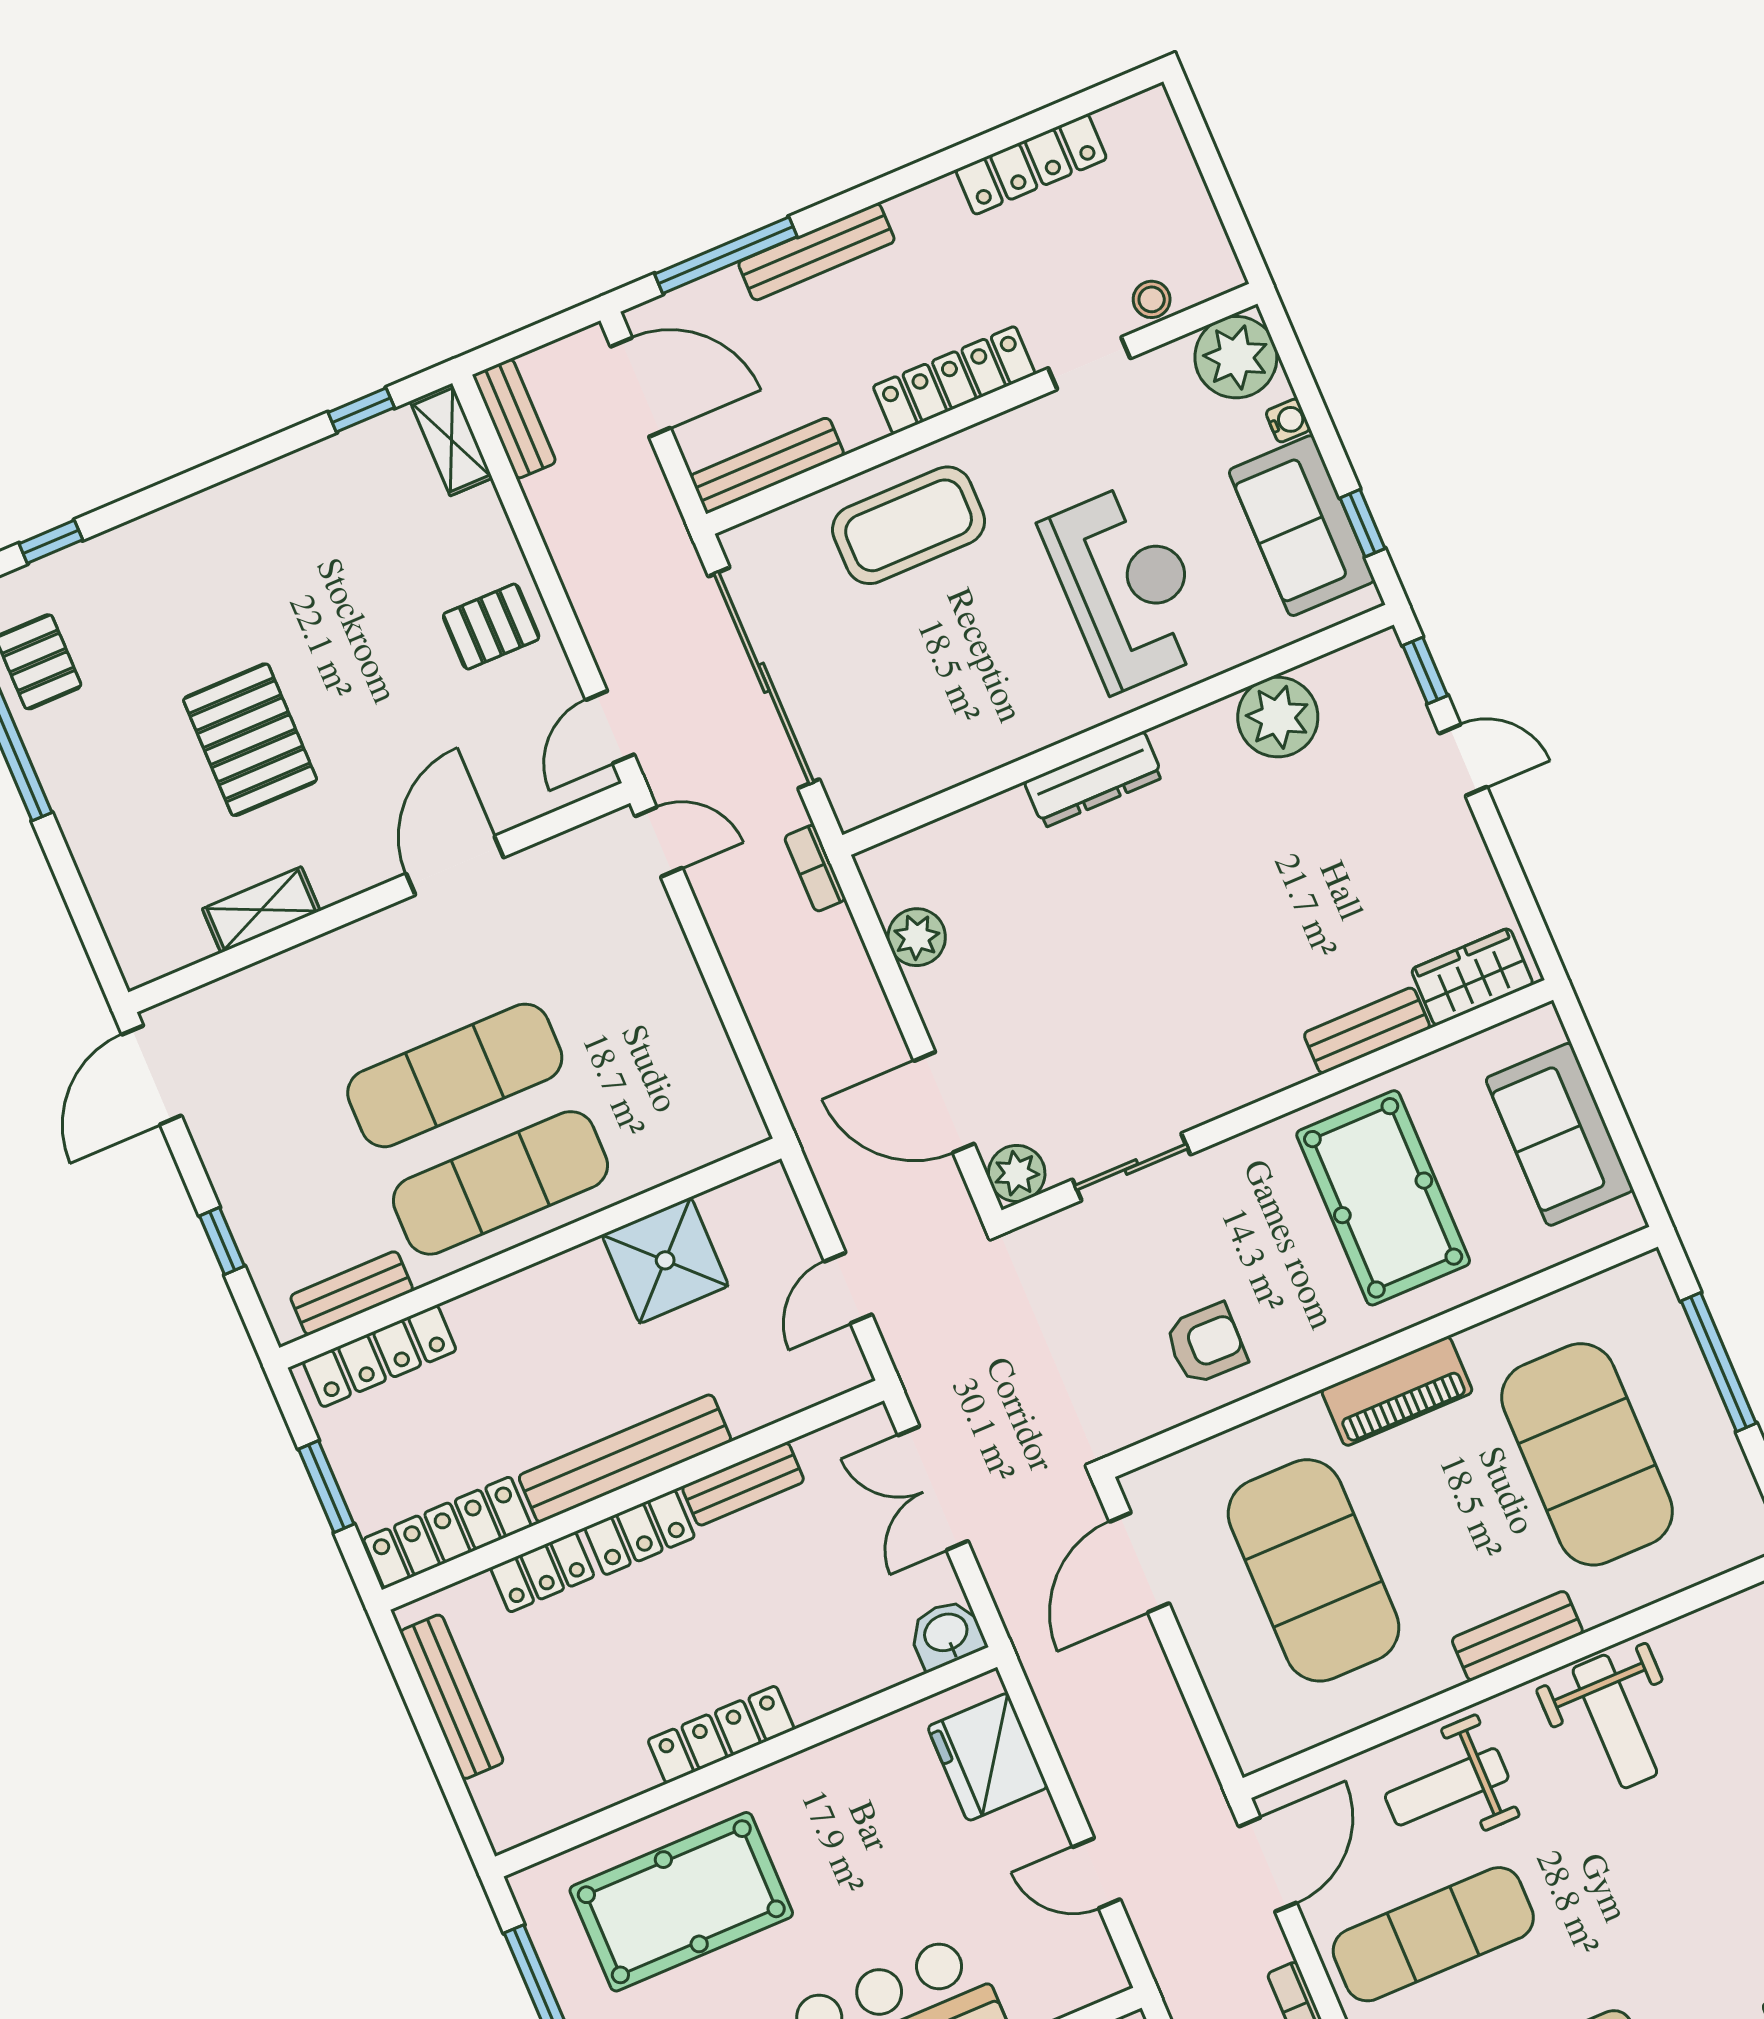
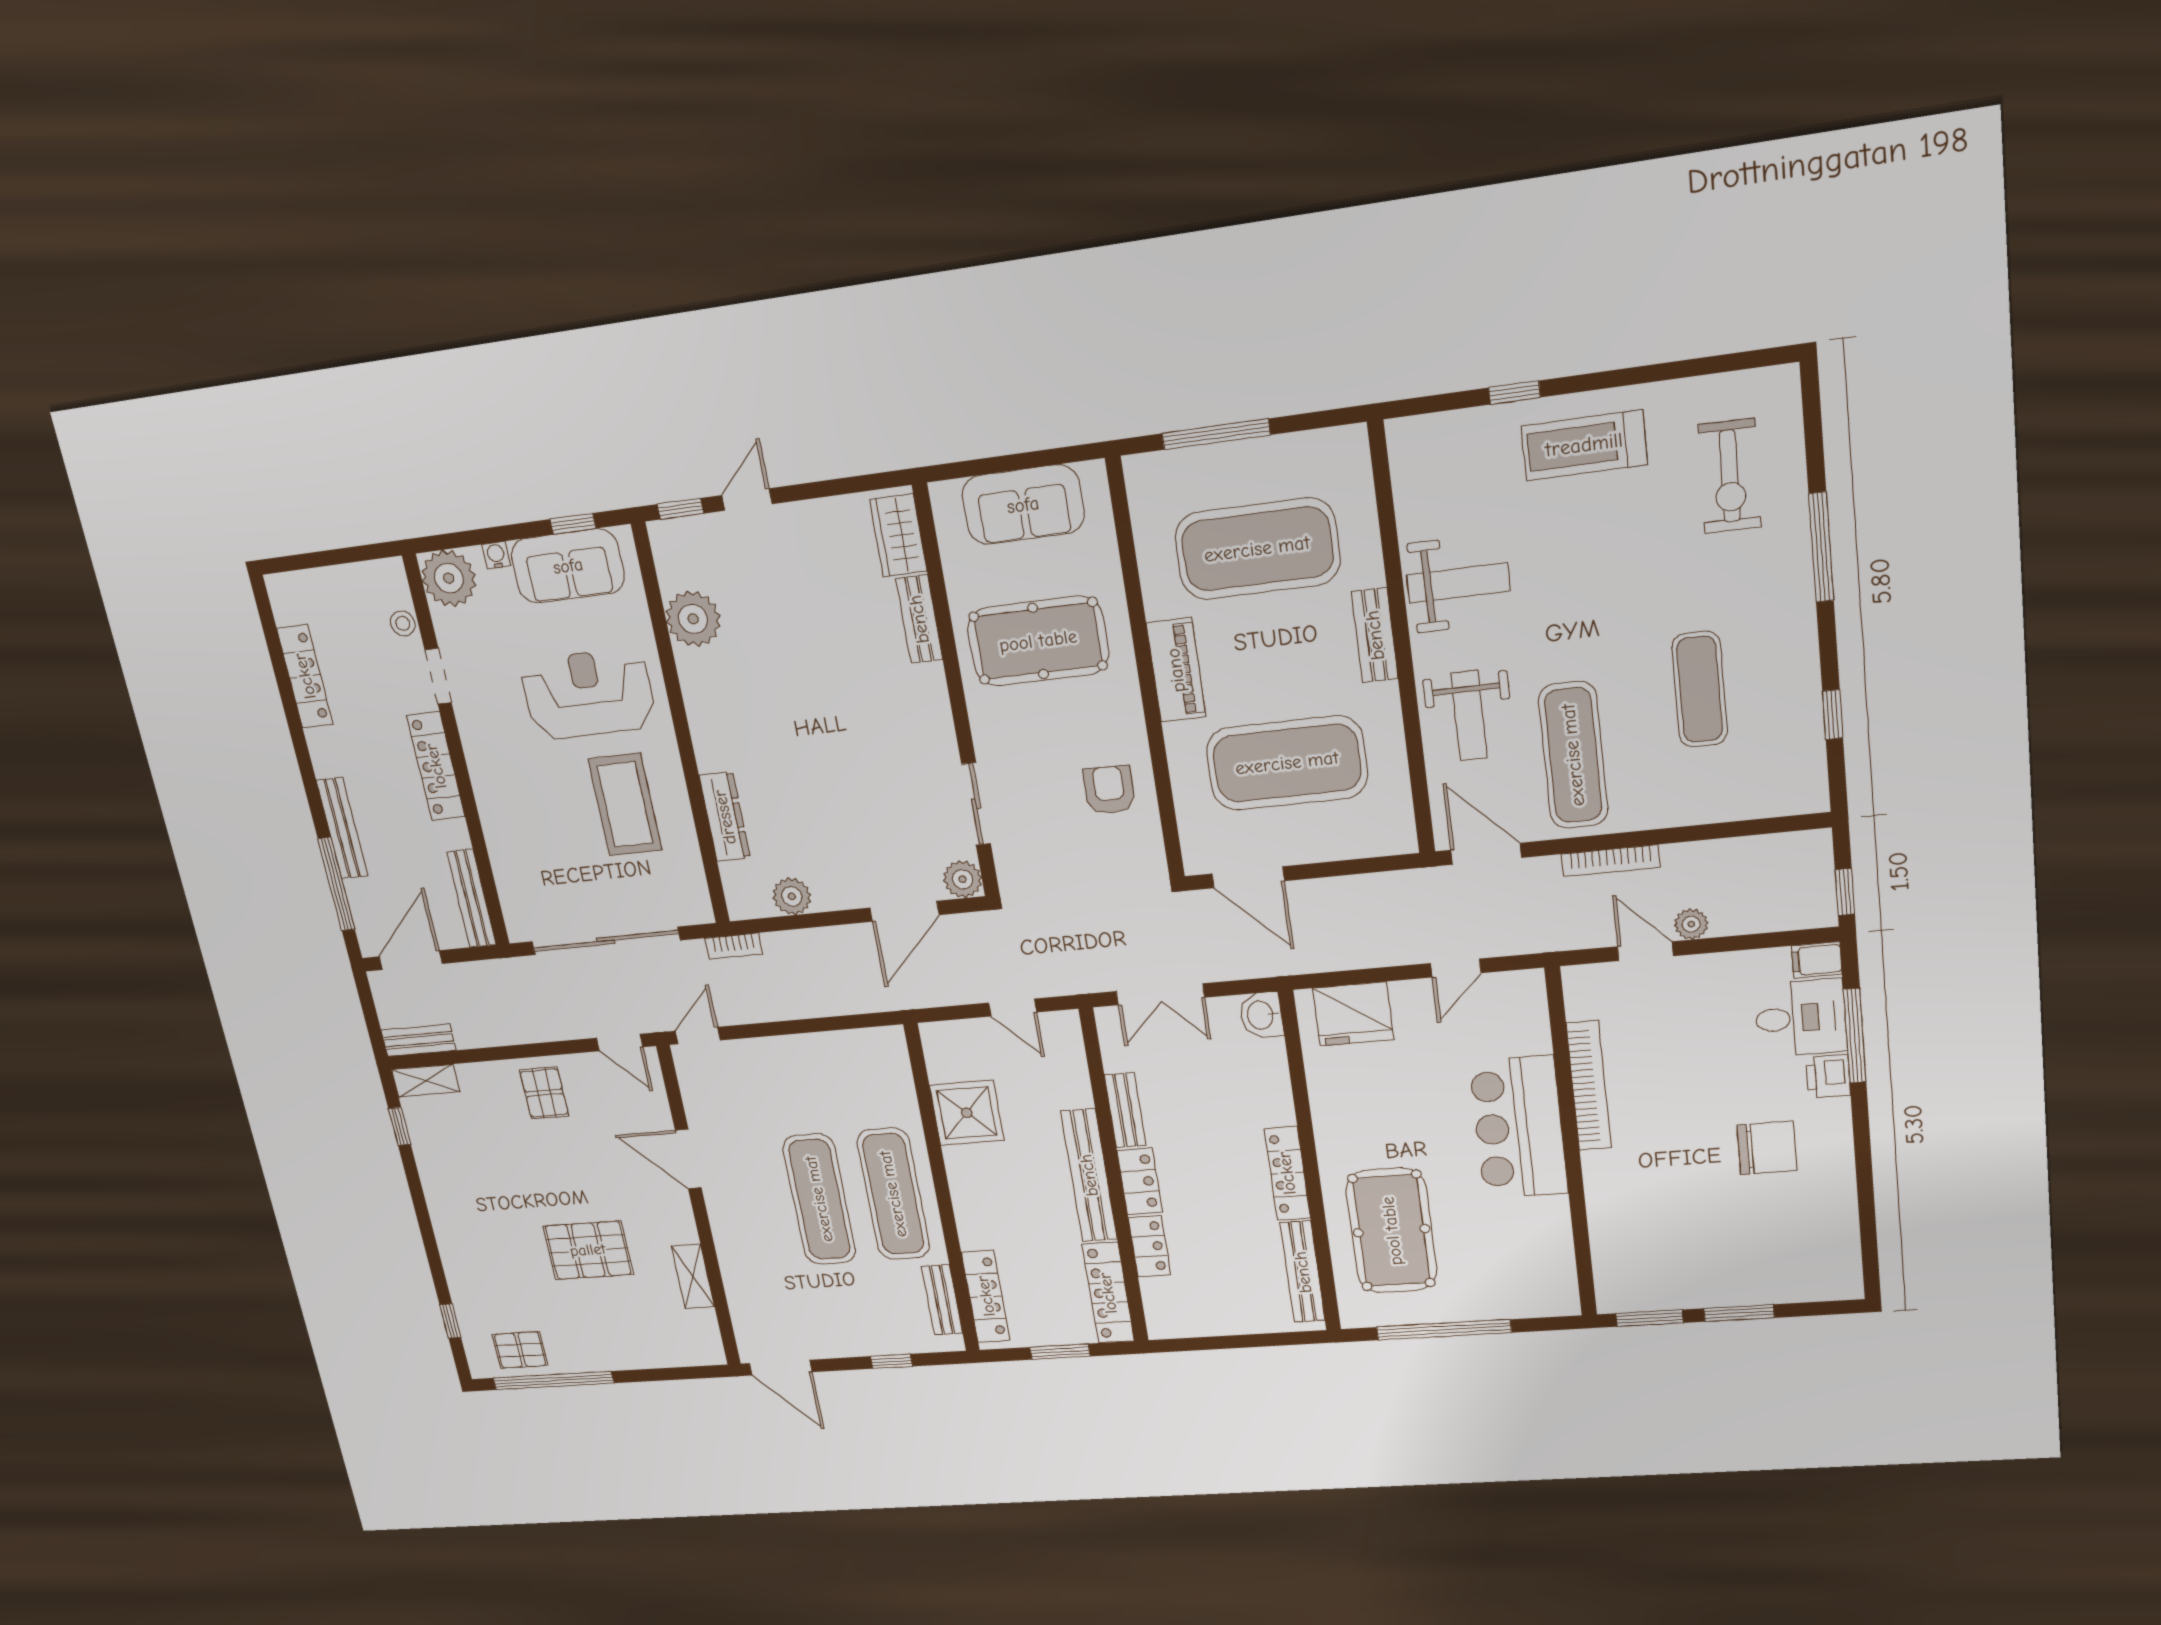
coffee table: (909, 525) -> (625, 805), moved
dresser: (1094, 780) -> (725, 817), moved
bench: (452, 1697) -> (1303, 1272), moved, turned 90

